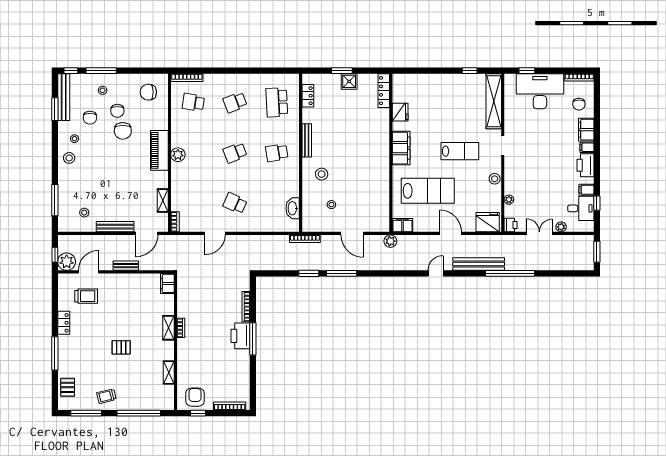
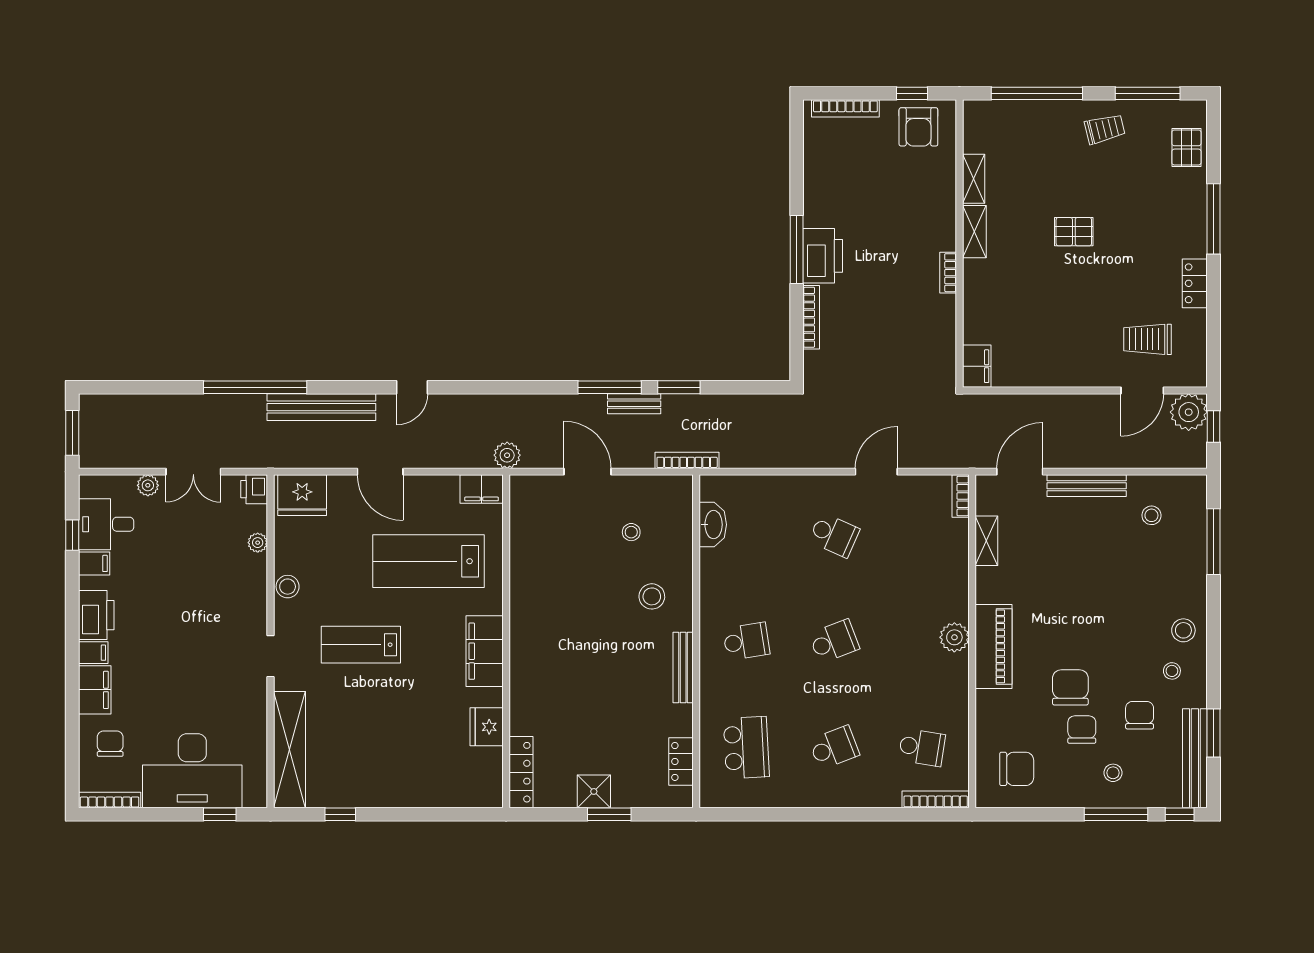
bench: (126, 266) -> (634, 404), moved
shelving: (168, 328) -> (974, 232), moved

